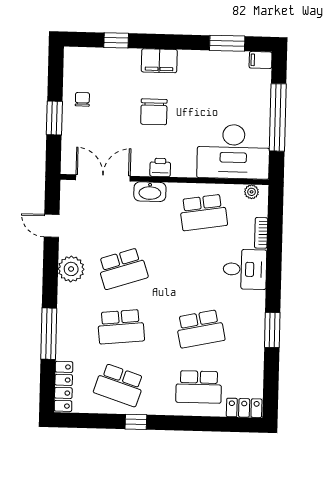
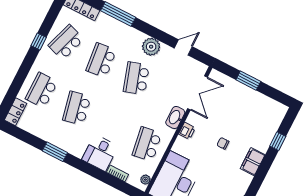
chair: (82, 99) -> (252, 103), removed
chair: (154, 112) -> (223, 143), width x0.54, depth x0.54

